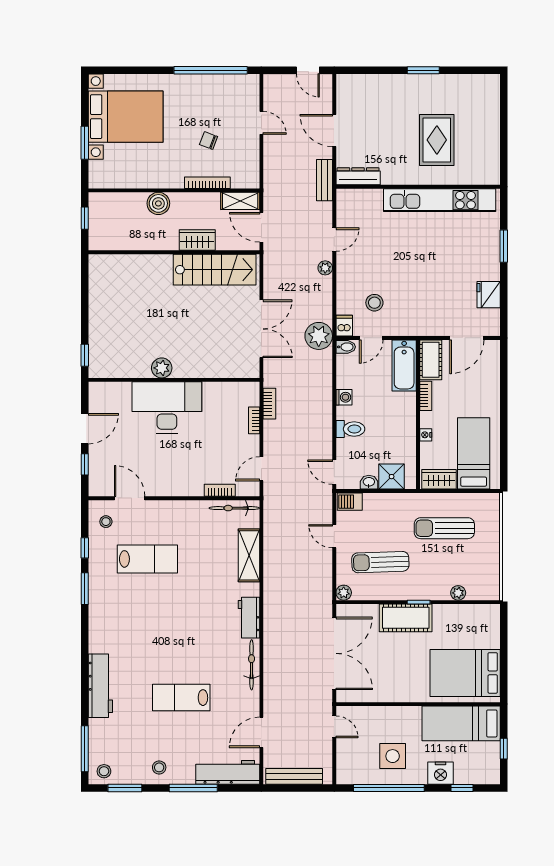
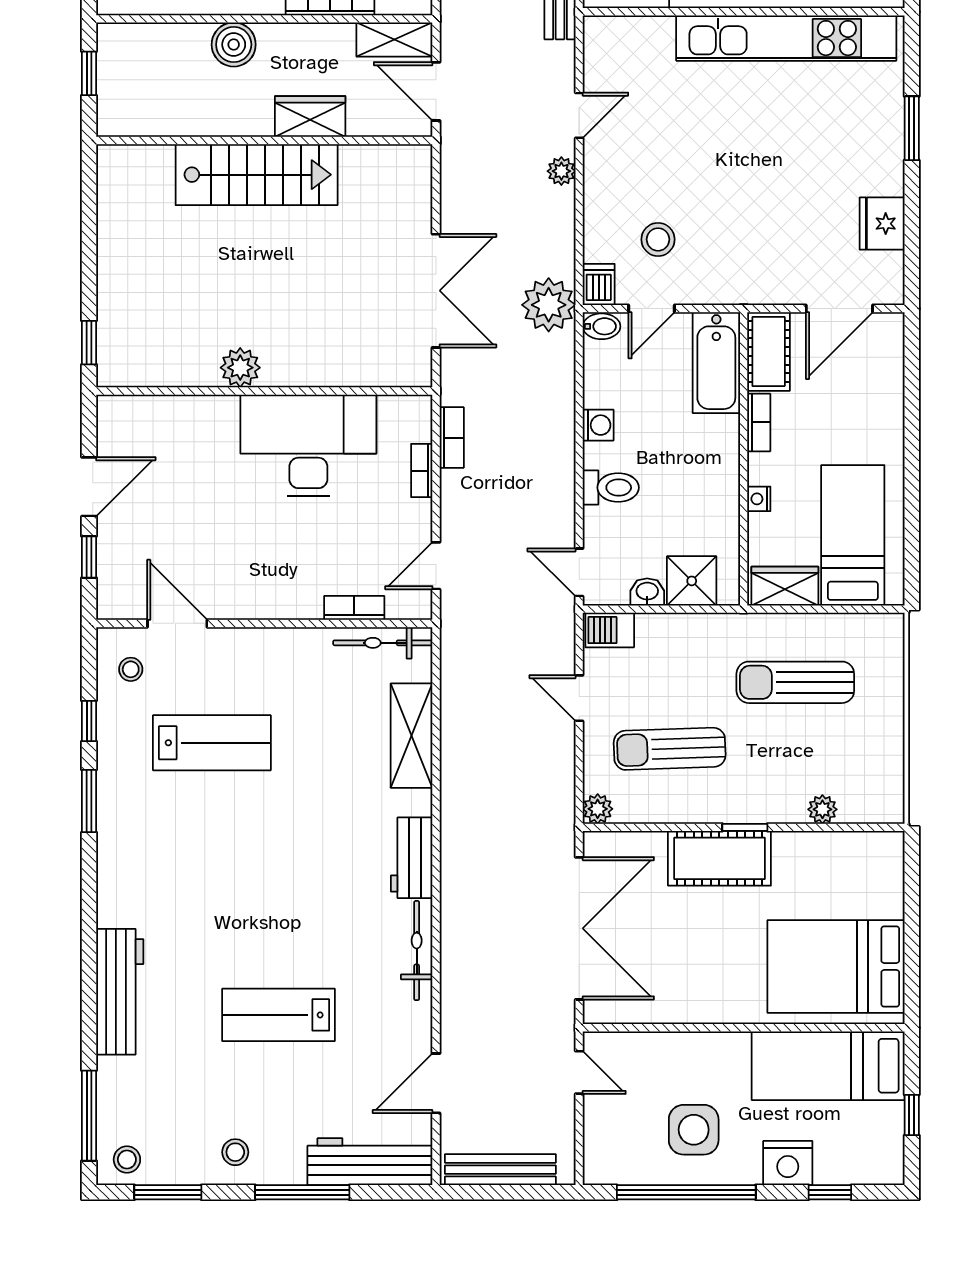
stairs: (215, 270) -> (257, 175), moved
desk: (167, 408) -> (308, 445), moved

